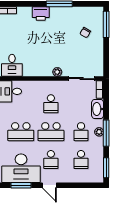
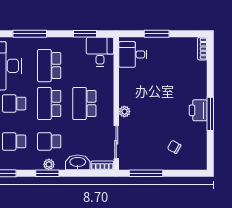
printer: (41, 14) -> (198, 110), moved
window: (106, 24) -> (146, 173), moved
school desk: (51, 104) -> (84, 104), width x1.85
window: (106, 133) -> (47, 173), width x0.69

